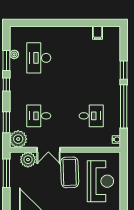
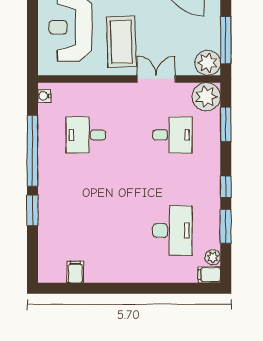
filing cabinet: (16, 31) -> (209, 275), added
plant: (14, 54) -> (213, 257), moved
plant: (28, 160) -> (208, 63), moved

